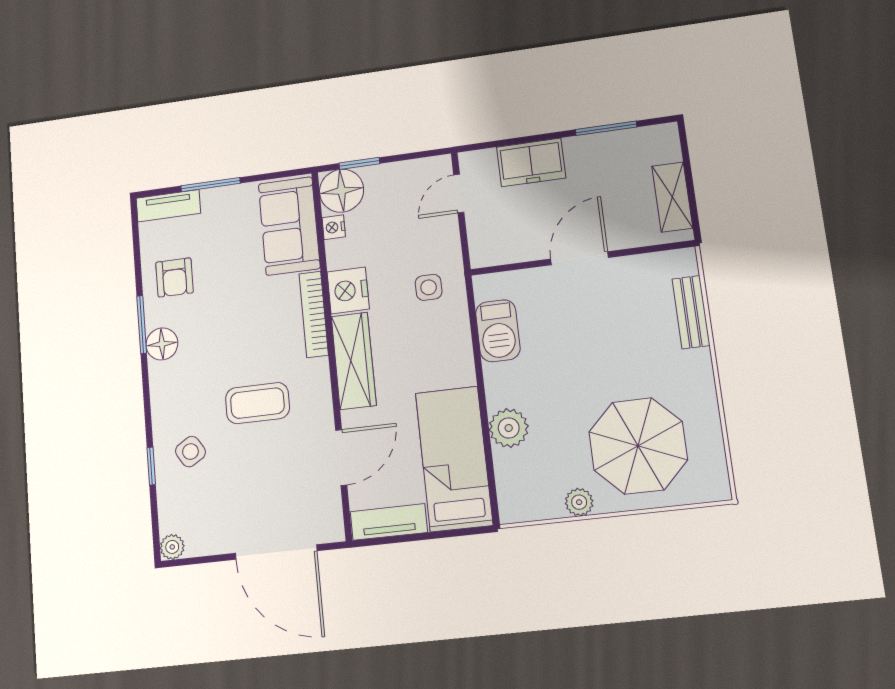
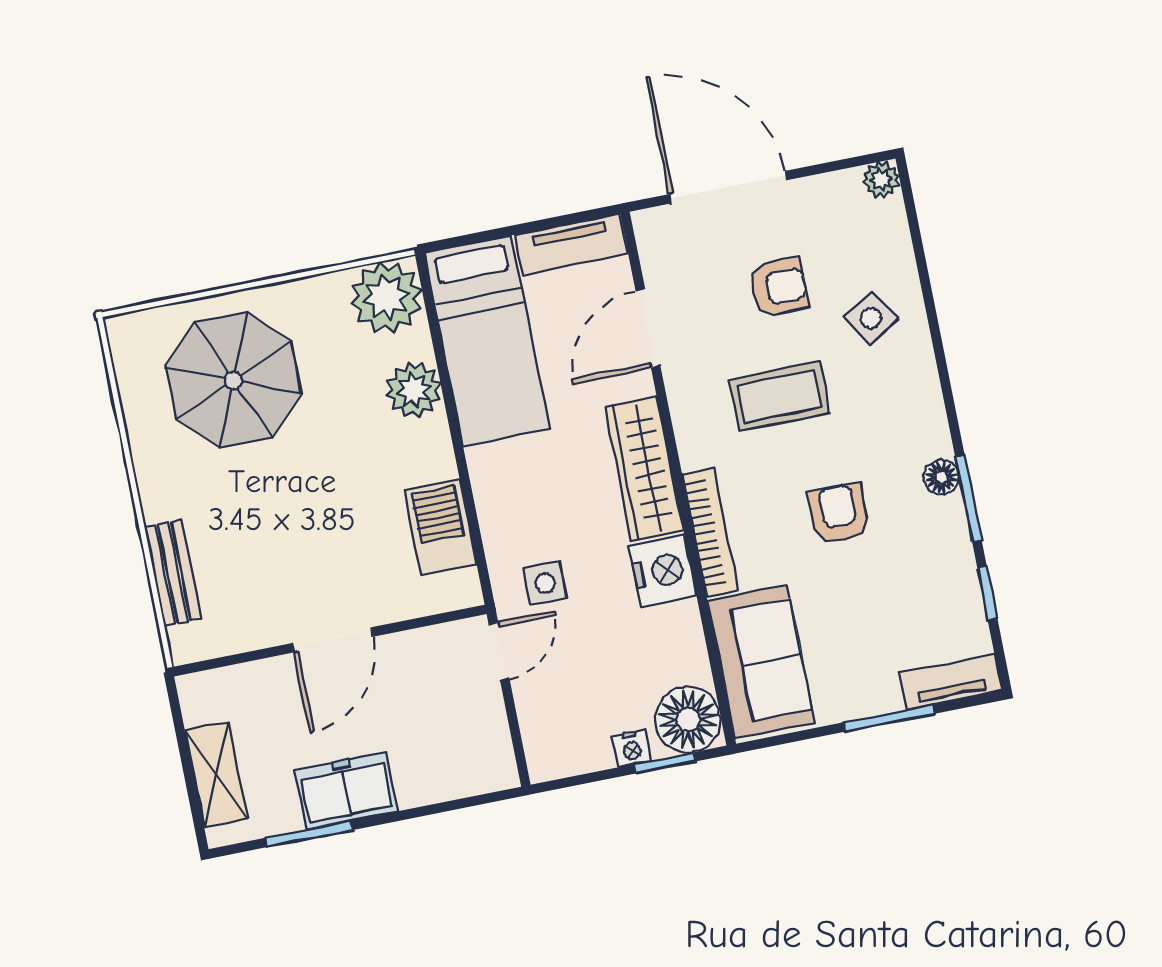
freezer: (531, 162) -> (346, 791), moved
door: (459, 194) -> (499, 651), moved
shelving: (672, 197) -> (216, 774), moved
nightstand: (334, 227) -> (632, 748), moved, turned 90
armchair: (174, 277) -> (839, 514), moved
floor lamp: (162, 344) -> (941, 477), width x0.73, depth x0.73
window: (151, 466) -> (987, 593), moved
armchair: (249, 478) -> (779, 287), added
plant: (579, 502) -> (386, 297), moved, width x1.87, depth x1.87

